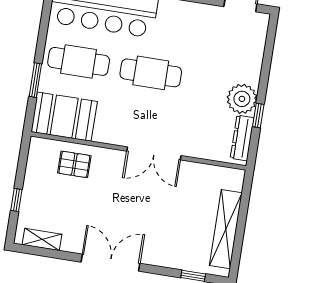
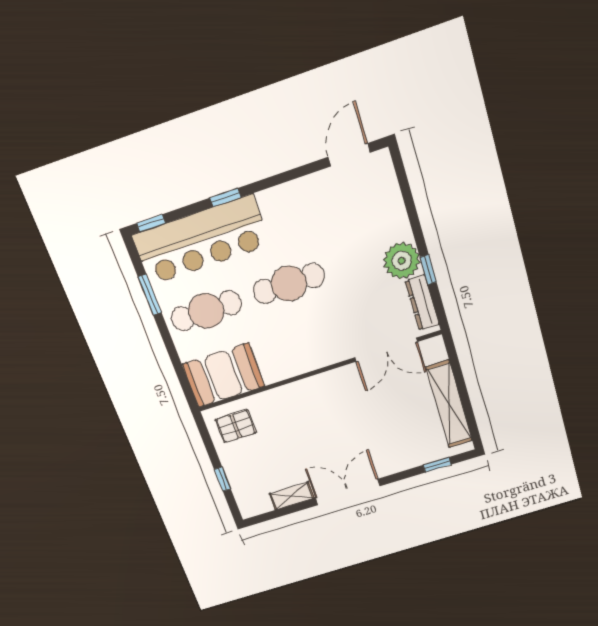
window: (35, 80) -> (150, 295), moved
double door: (154, 153) -> (386, 350), moved
pallet: (74, 164) -> (236, 426), moved
shelving: (42, 239) -> (292, 496), moved

